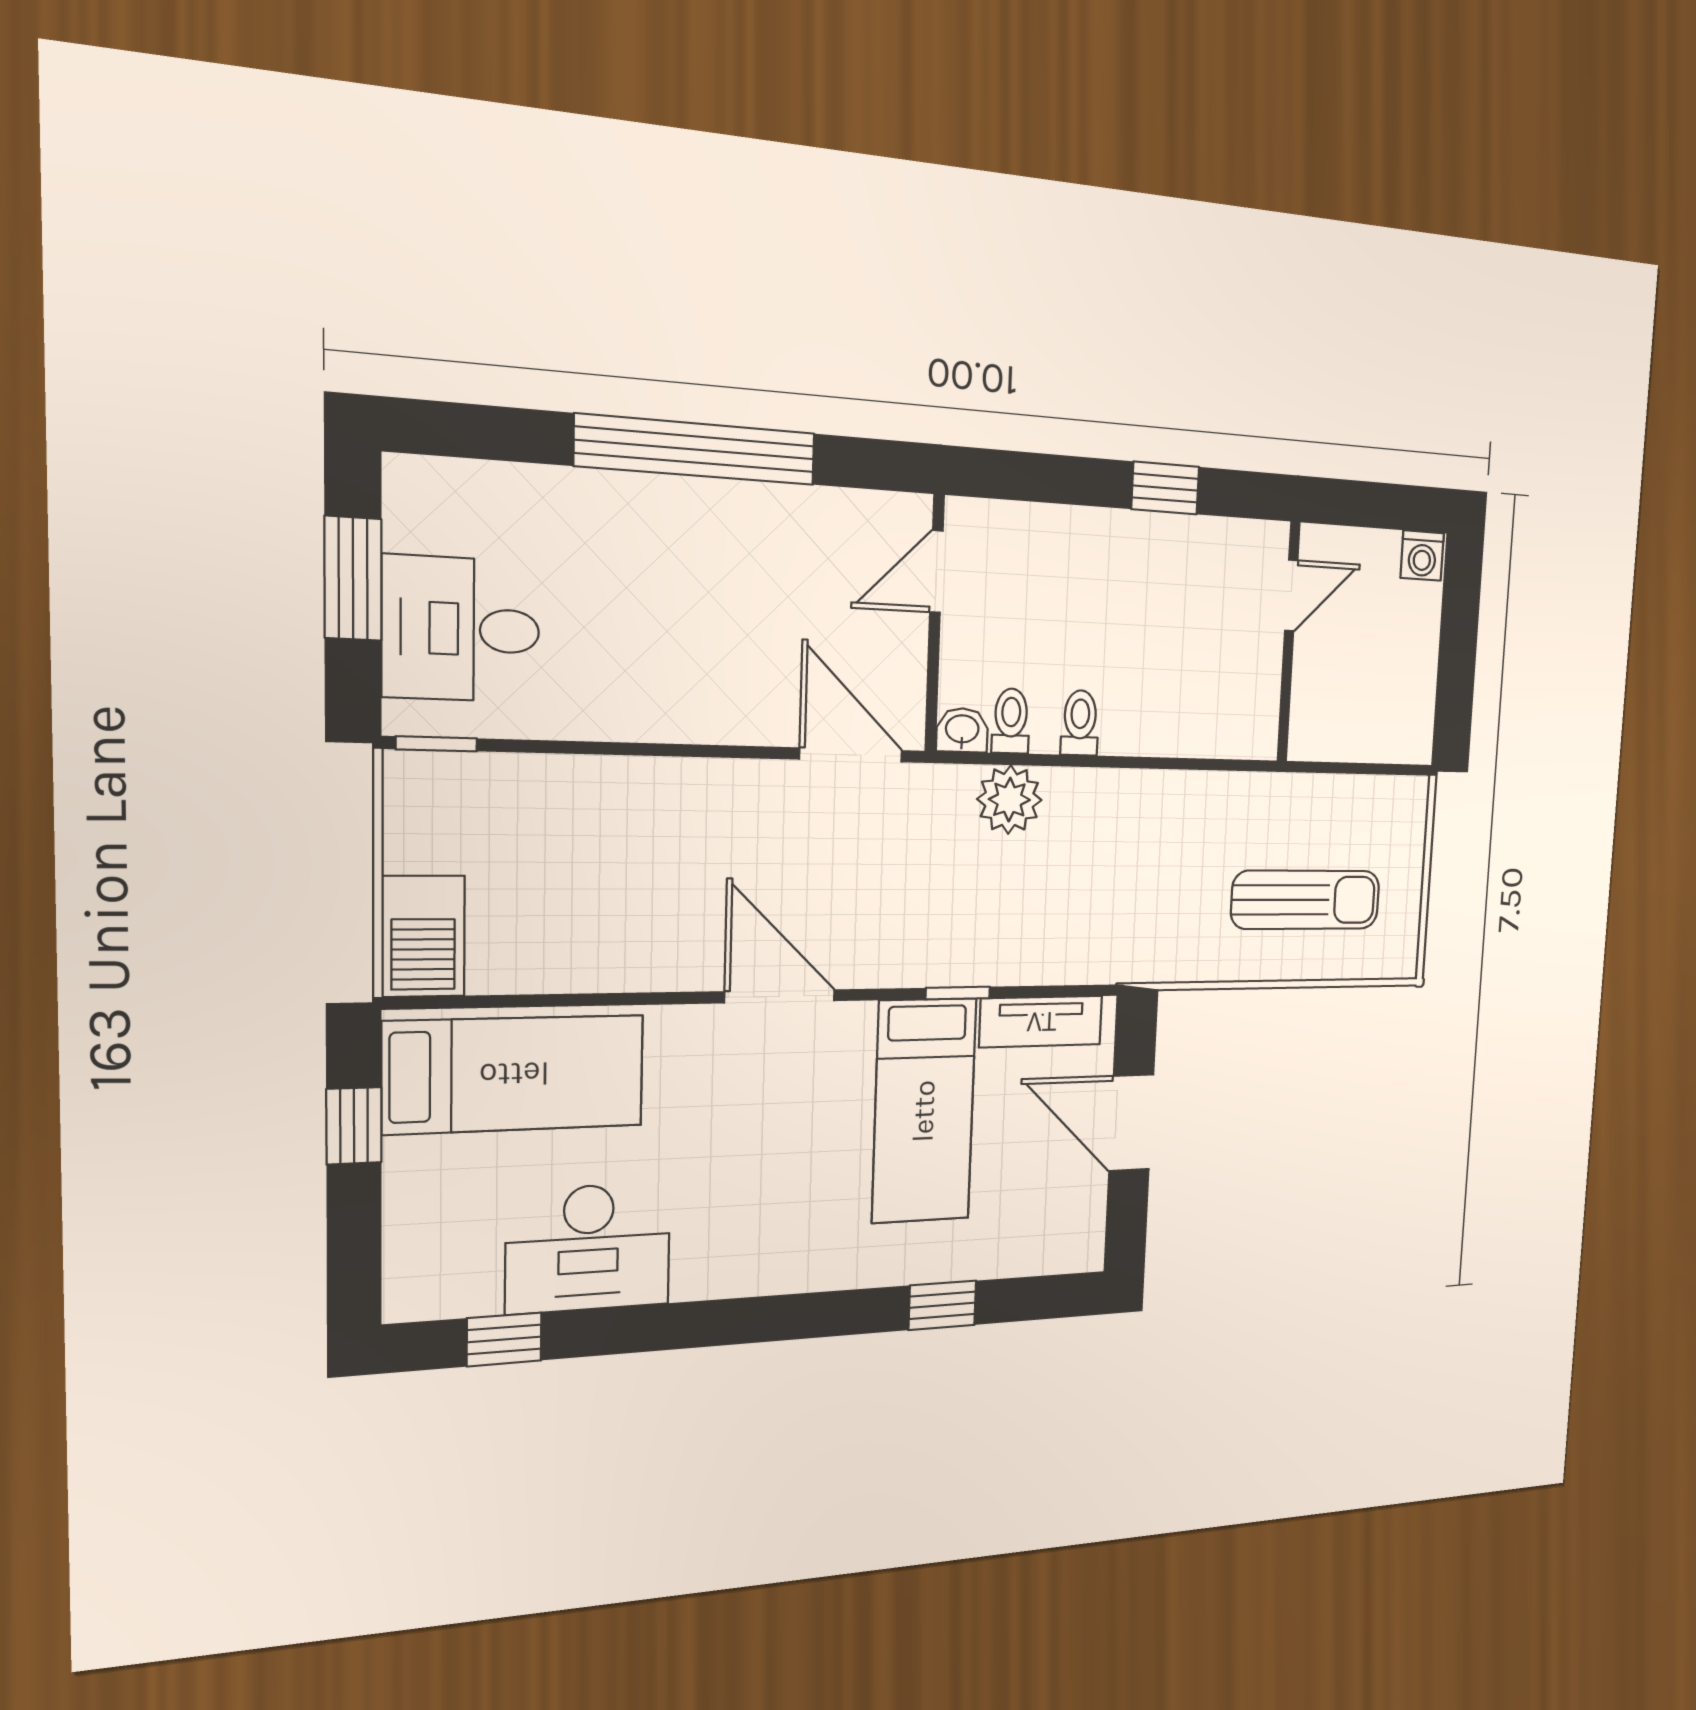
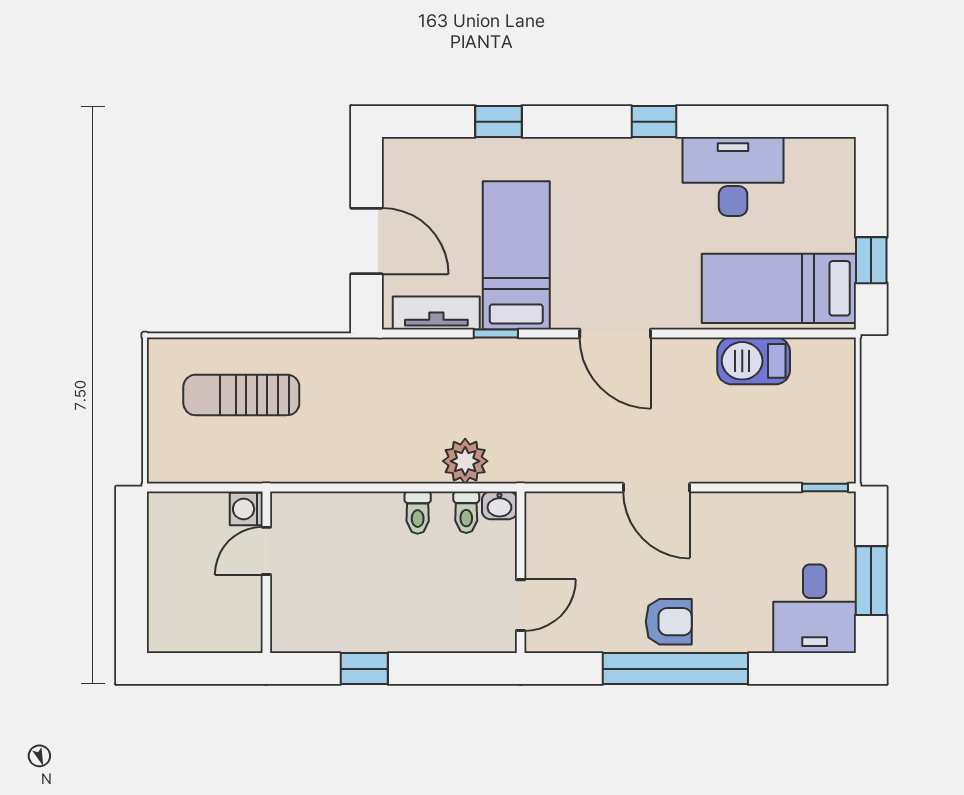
armchair: (705, 529) -> (669, 622), added
washing machine: (1422, 556) -> (246, 509), moved, turned -90
door: (1291, 595) -> (266, 551), moved
desk: (461, 629) -> (815, 609), moved, turned 90
door: (851, 755) -> (656, 488), moved
barbecue: (423, 936) -> (754, 361), moved, turned -90
window: (504, 1339) -> (654, 122), moved

